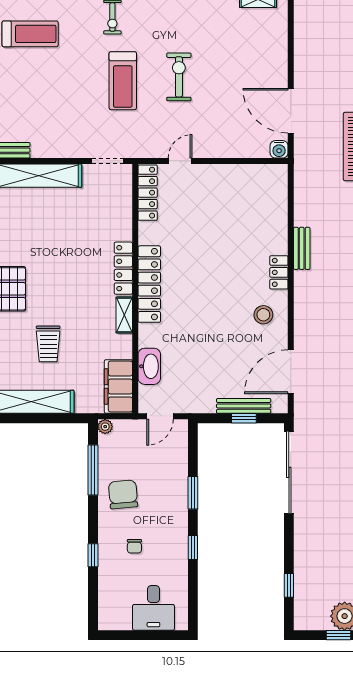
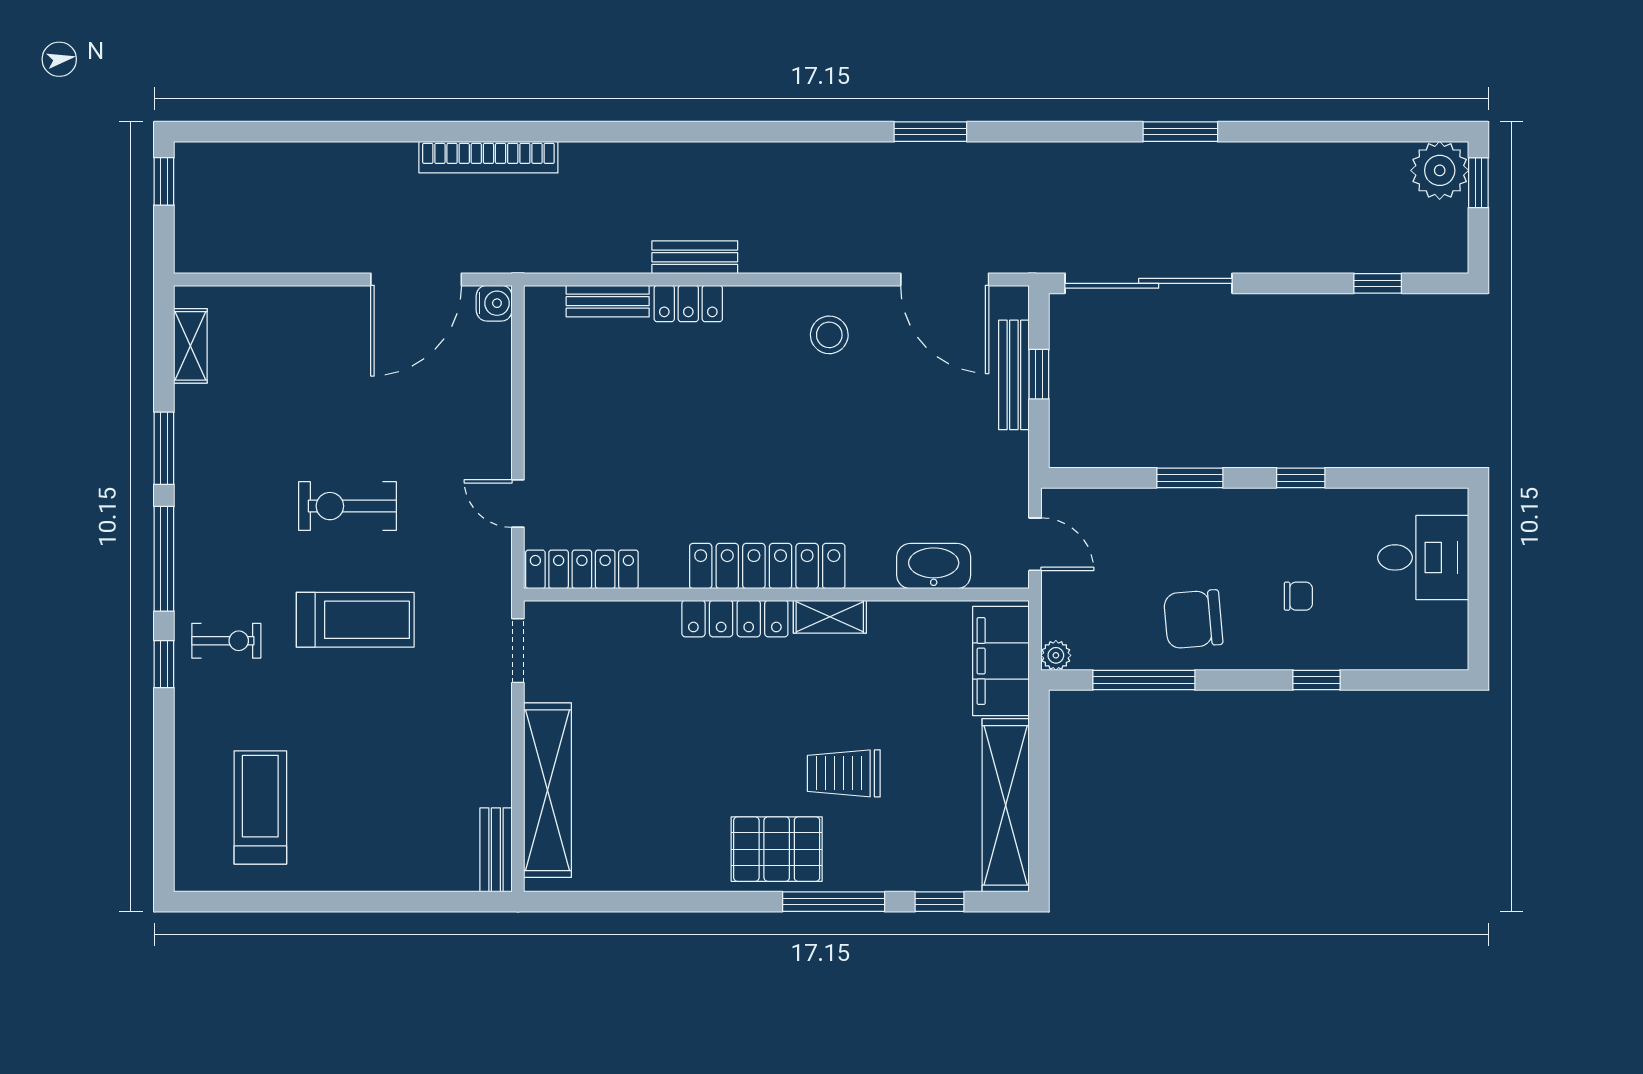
bench: (280, 205) -> (608, 301), added
locker: (279, 272) -> (688, 303), moved
trolley: (48, 344) -> (844, 773), moved, turned 180
filing cabinet: (118, 386) -> (1001, 661), moved, turned 90

